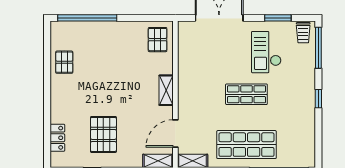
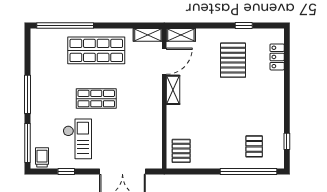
window: (278, 18) -> (66, 172), width x0.67
window: (47, 50) -> (287, 141), added
pallet: (64, 62) -> (254, 146), moved
shelving: (166, 90) -> (173, 90), moved
window: (318, 99) -> (27, 94), width x2.17

